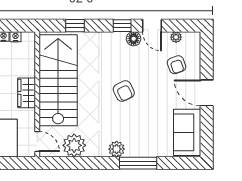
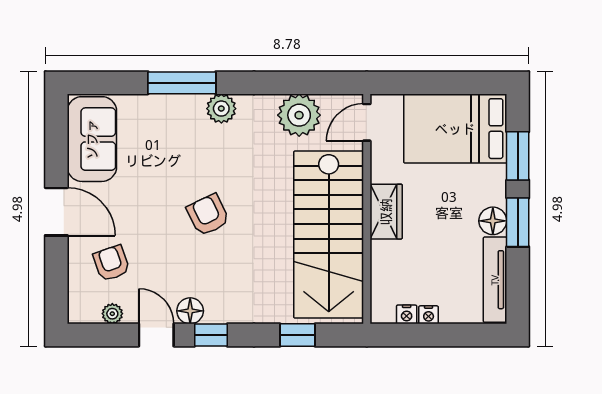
door: (37, 142) -> (367, 122), hinge flipped

